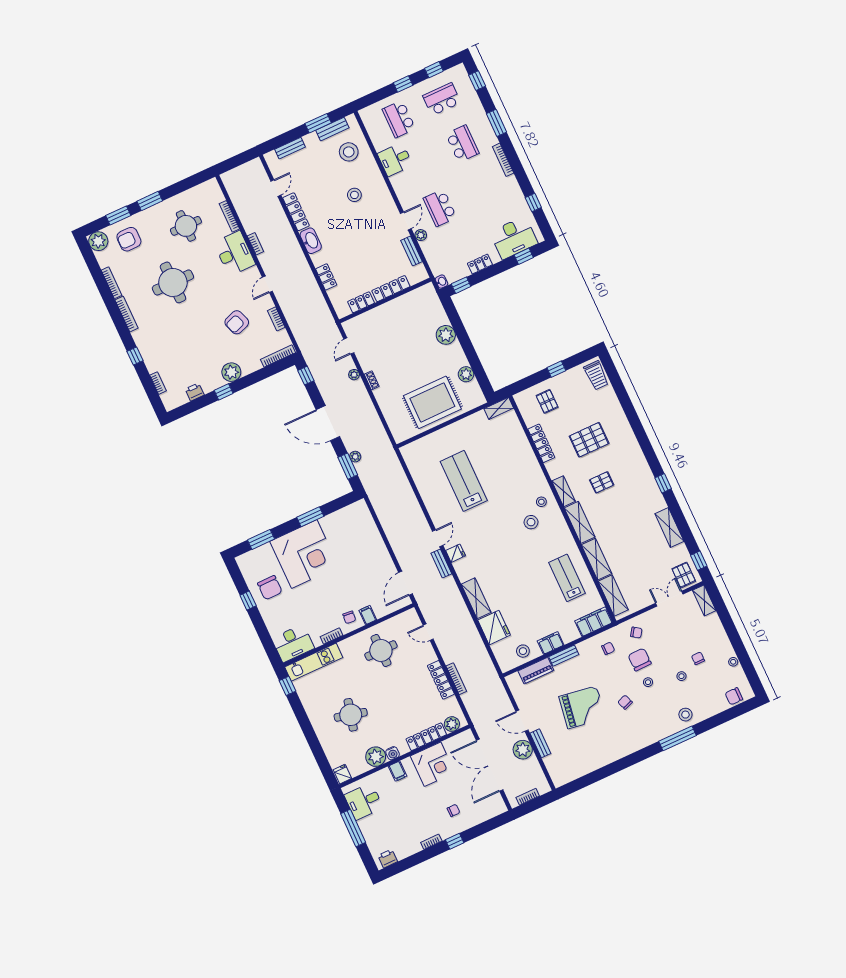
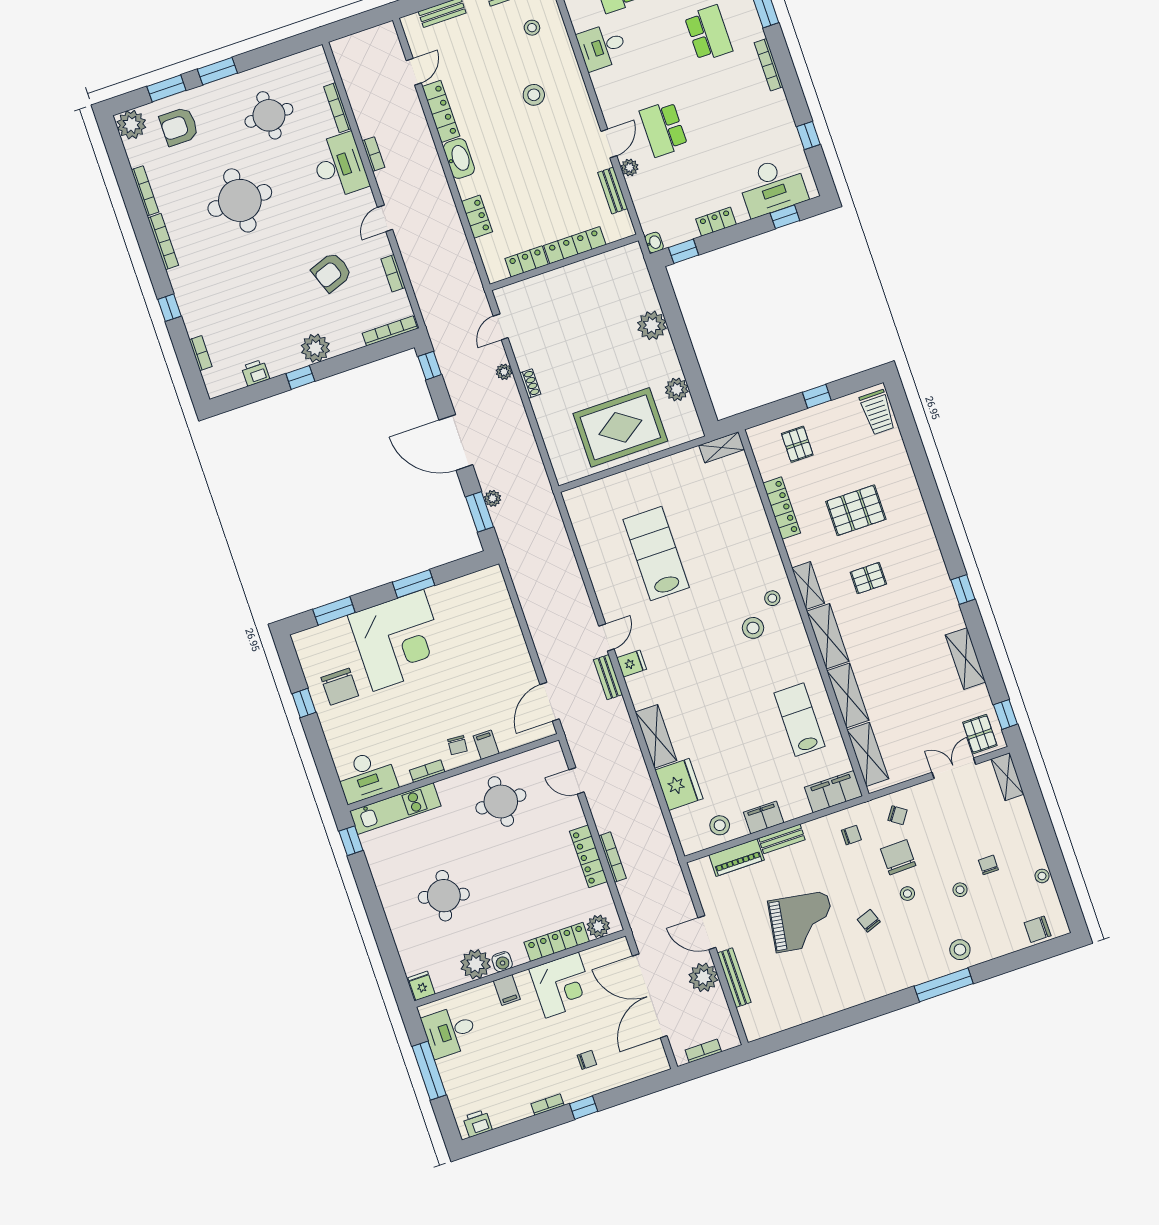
stool: (349, 152) -> (532, 28), width x0.53, depth x0.53
bench: (540, 743) -> (734, 978), width x1.36

